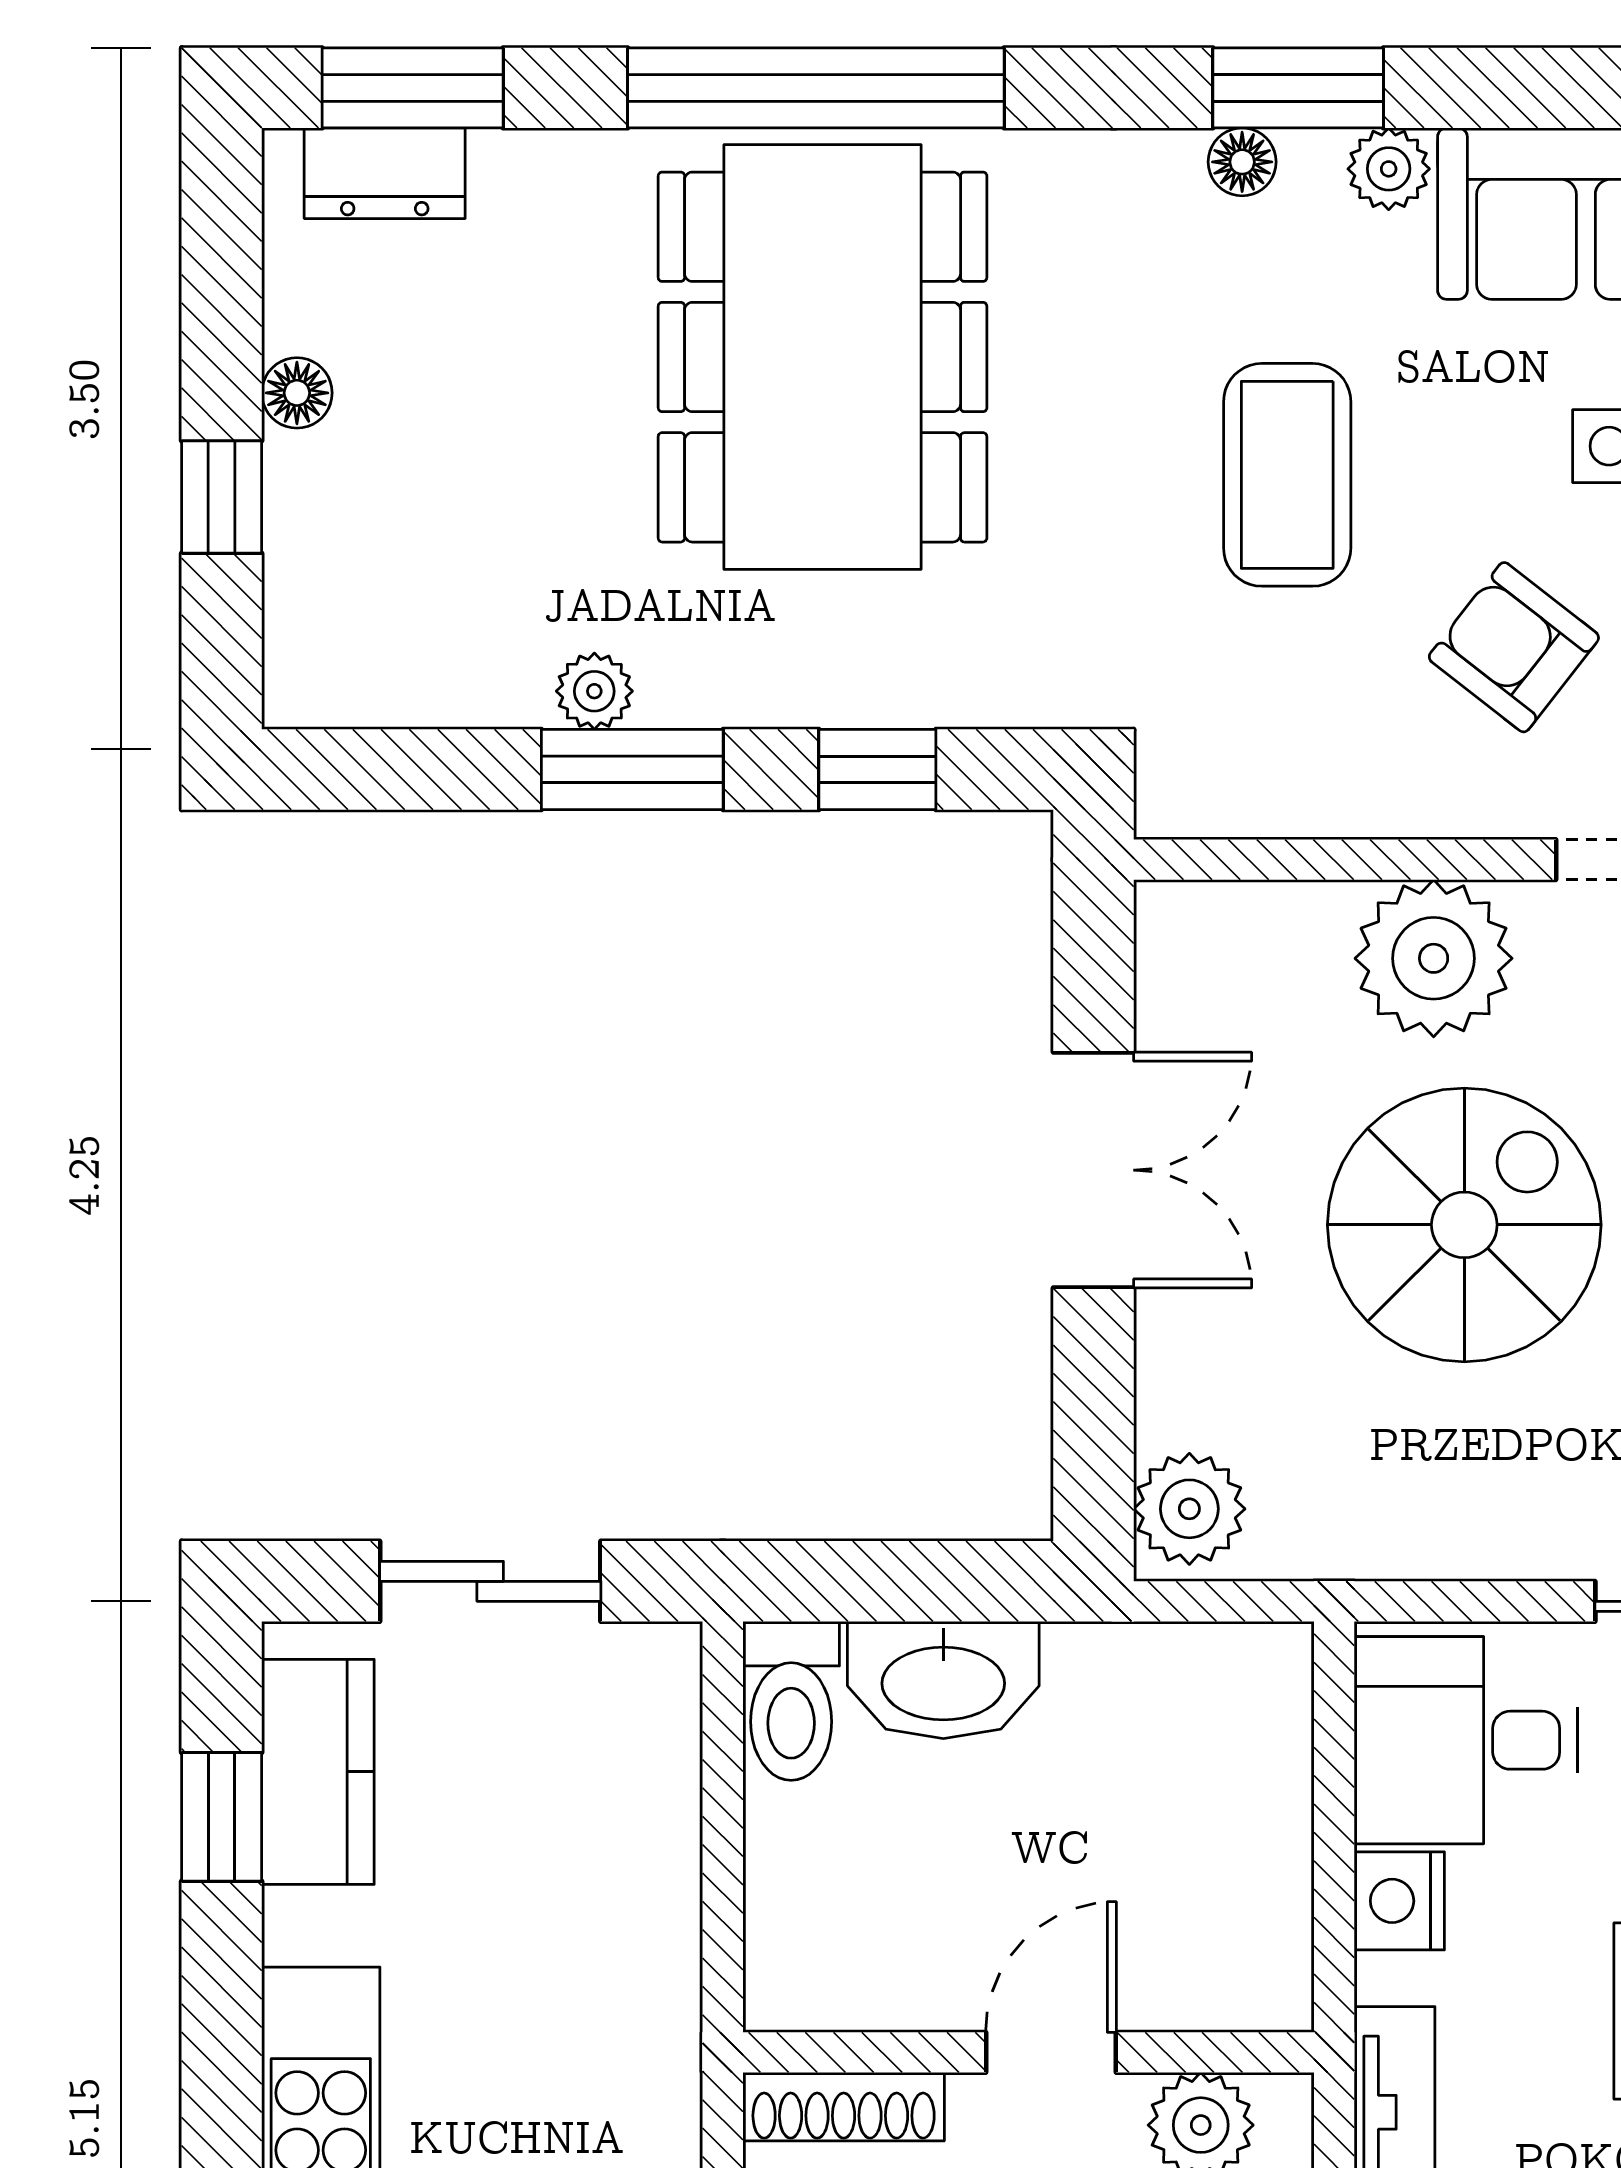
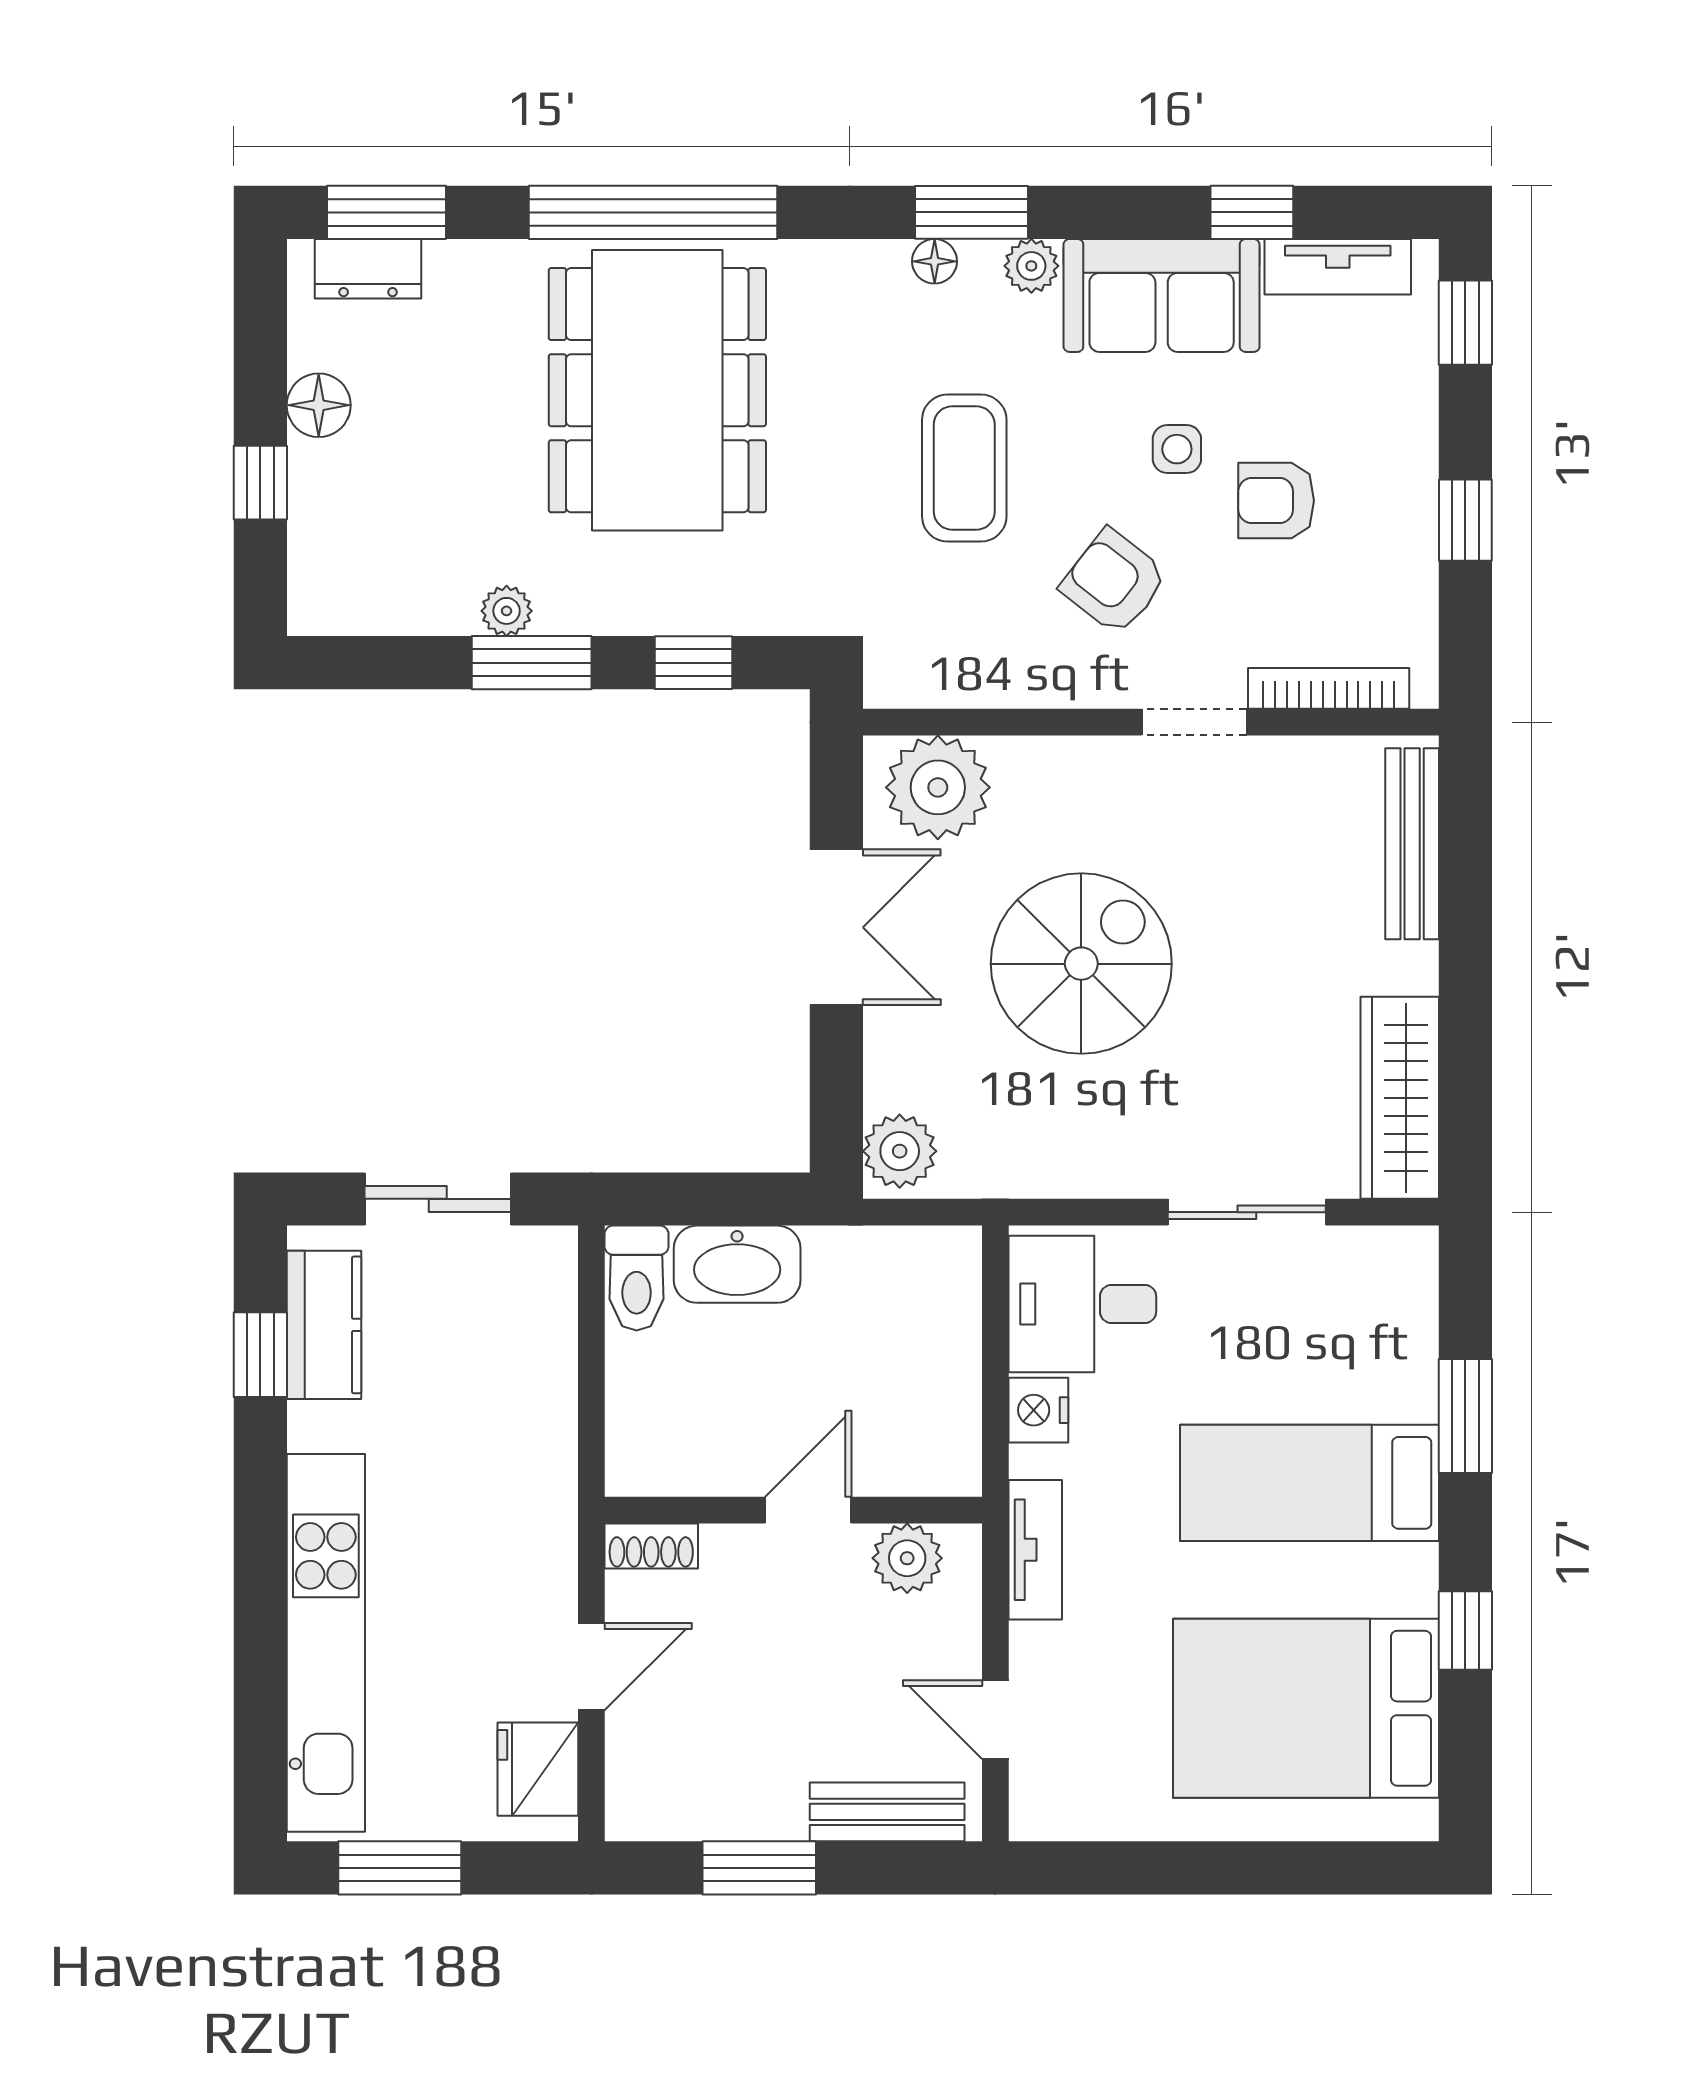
floor lamp: (297, 393) -> (319, 405), width x1.37, depth x1.37
plant: (1434, 958) -> (938, 787), moved
shoe rack: (844, 2107) -> (651, 1546), width x0.70

